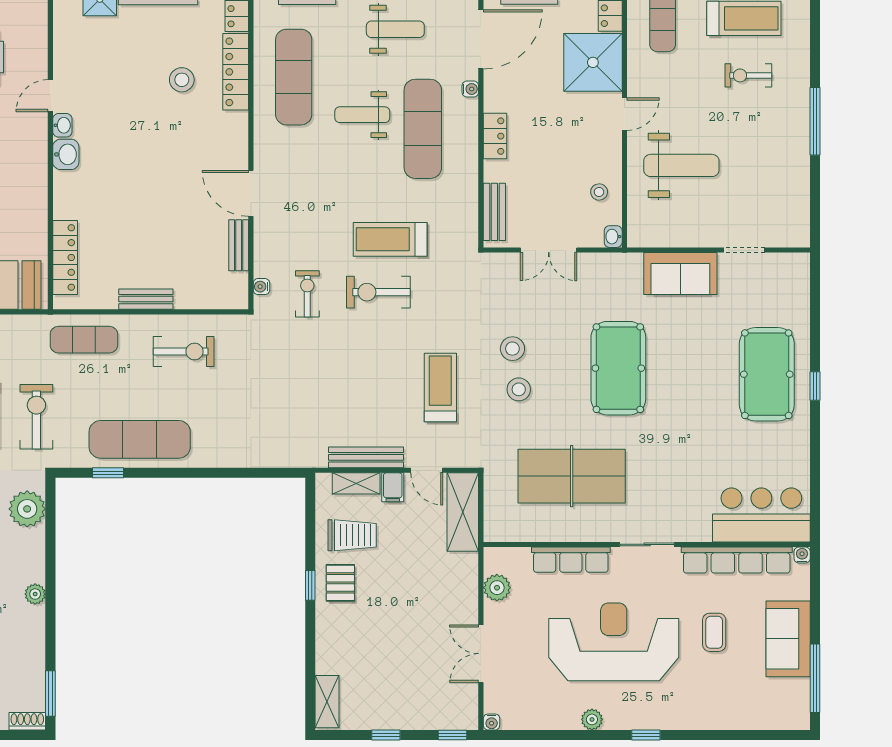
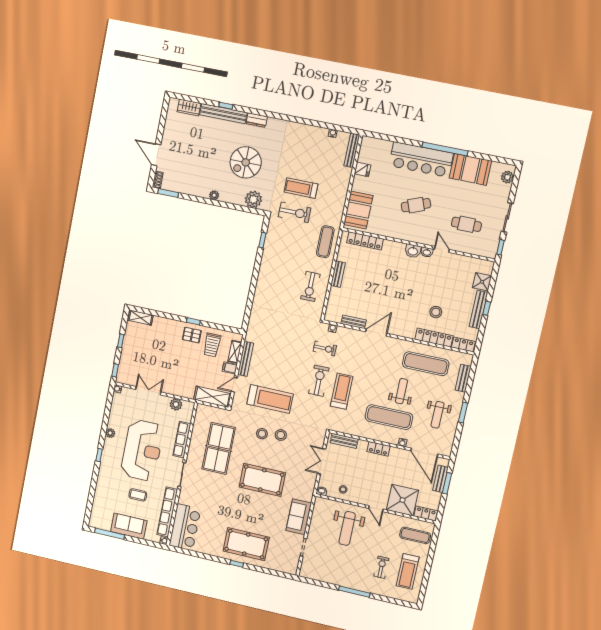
treadmill: (440, 388) -> (270, 399), width x1.37, depth x1.37
exercise mat: (140, 439) -> (275, 258), removed

